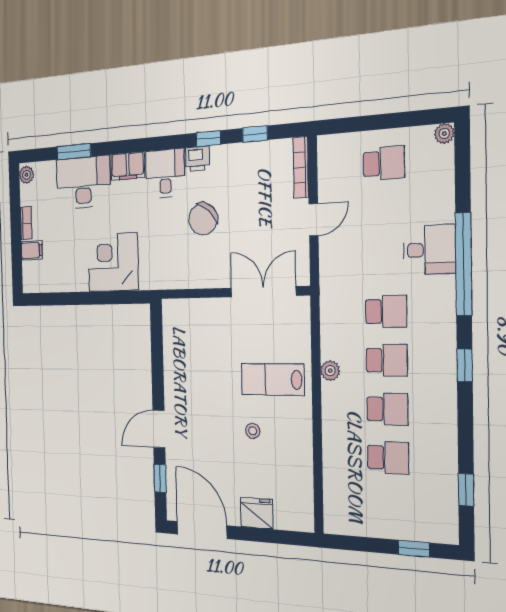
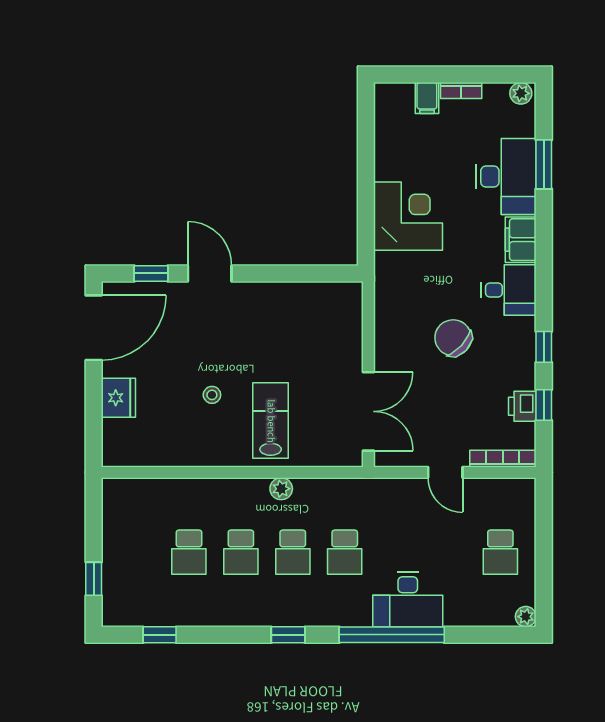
printer: (197, 159) -> (522, 406), moved
desk: (429, 250) -> (408, 600), width x1.37

